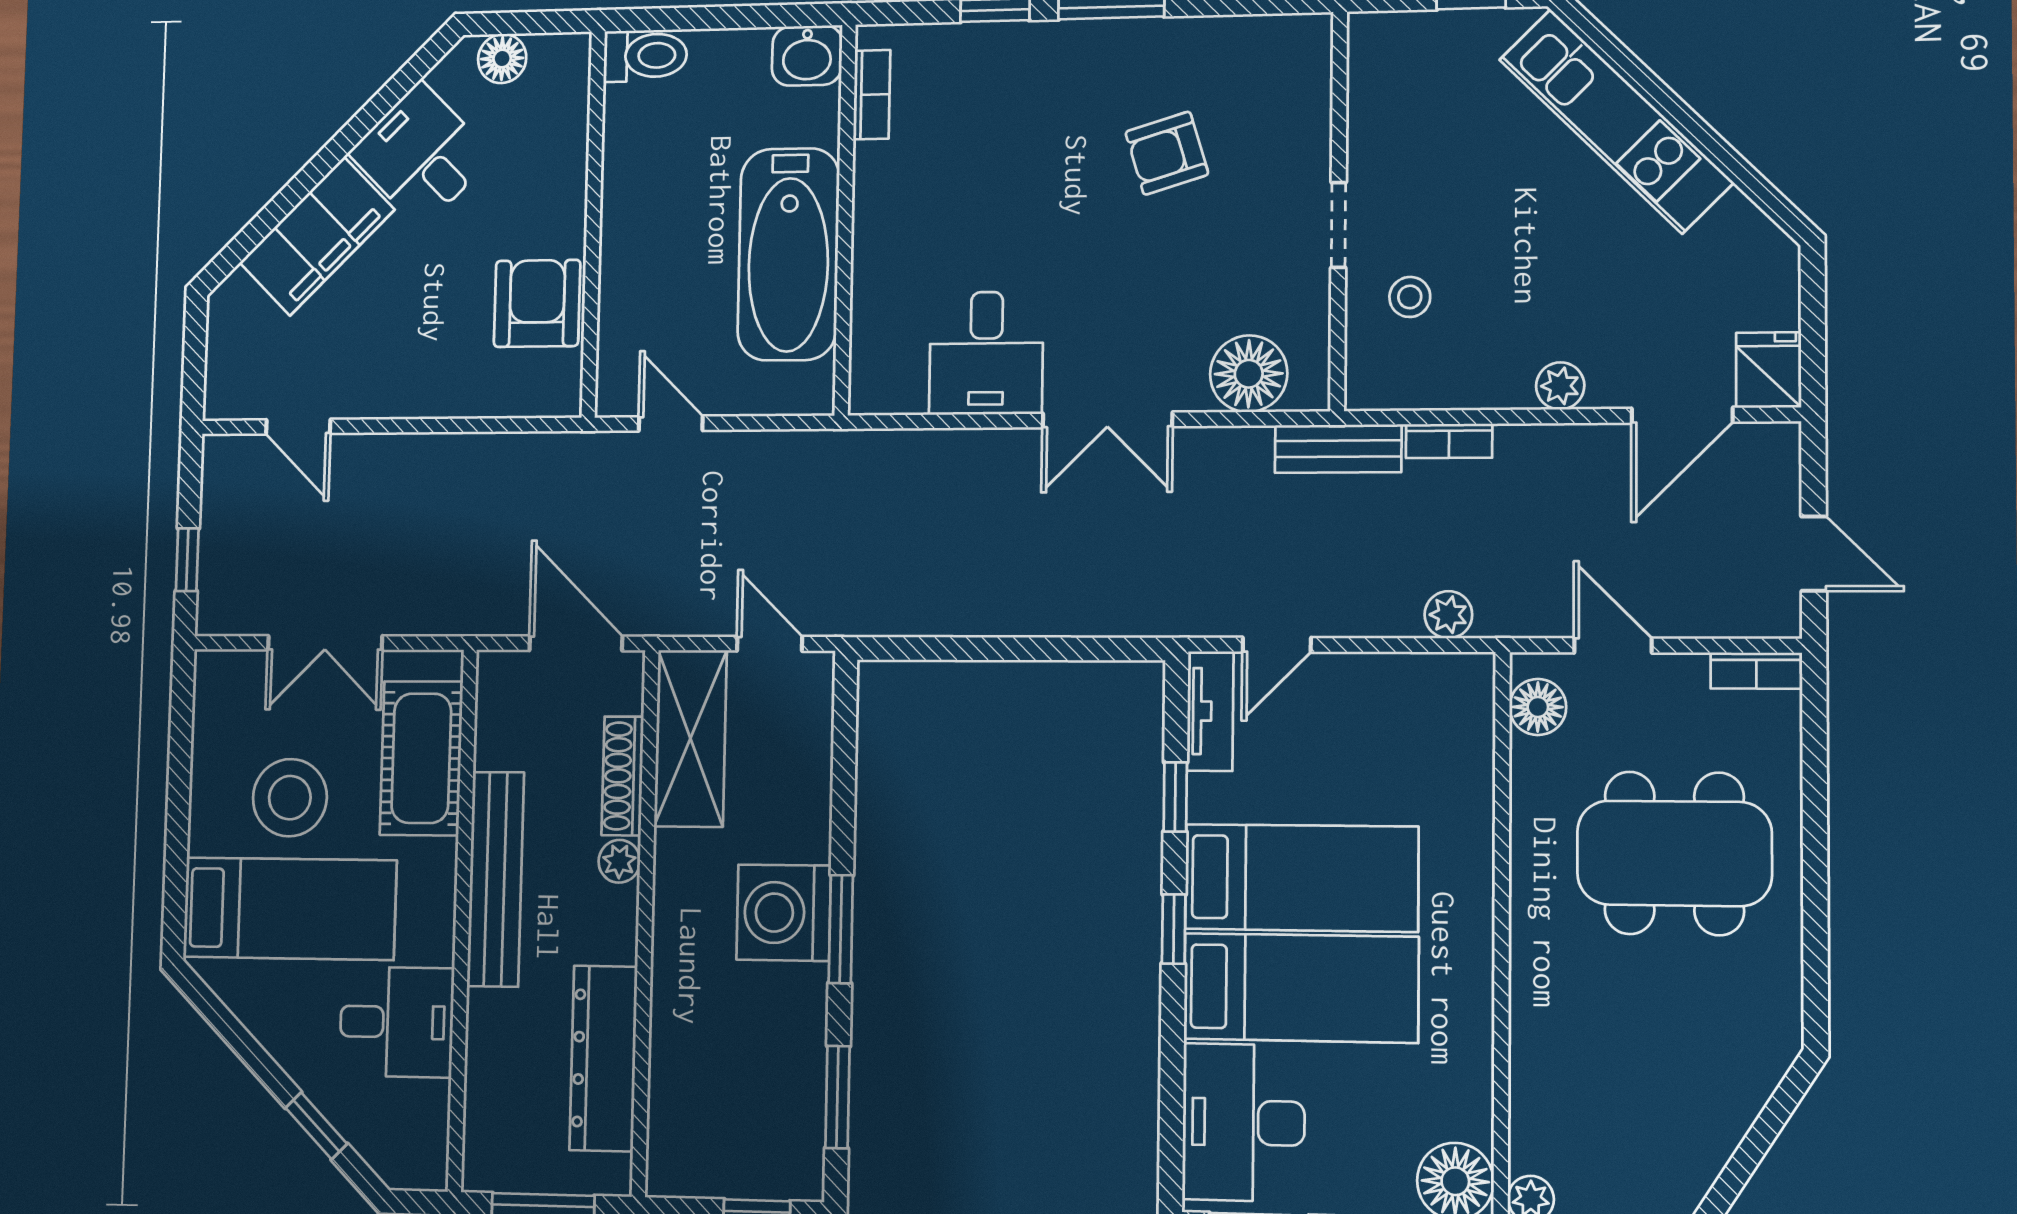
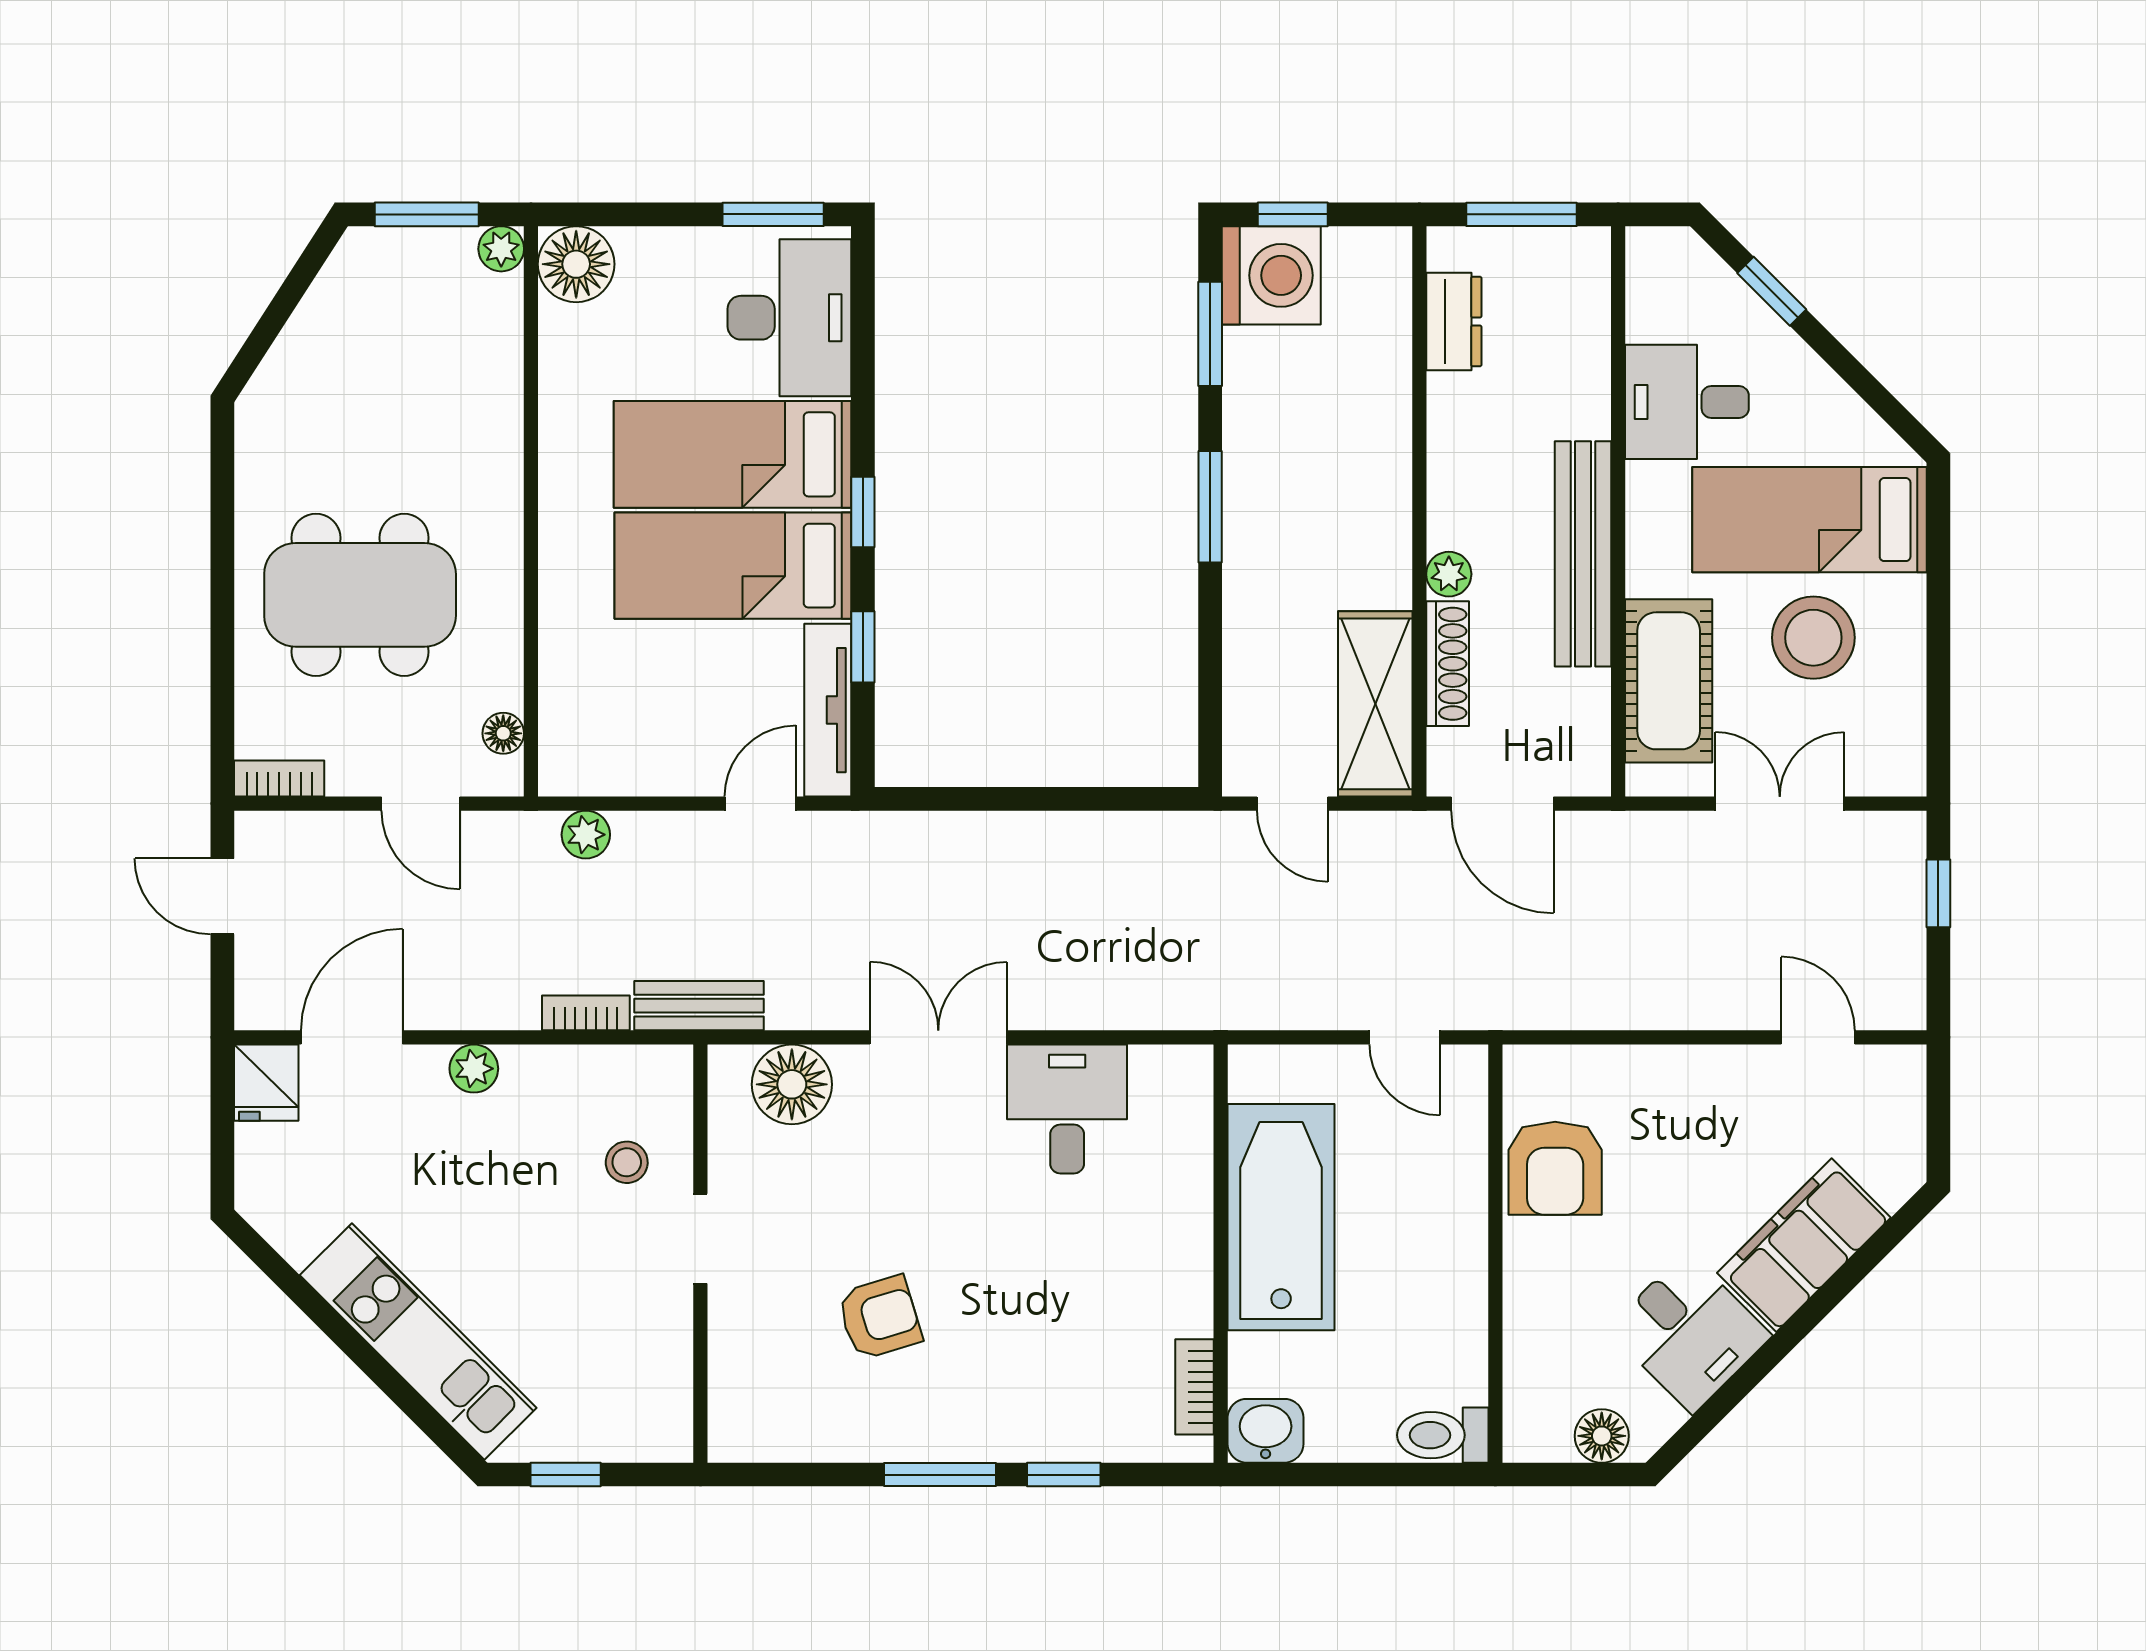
floor lamp: (1538, 707) -> (503, 733), width x0.73, depth x0.73
tv unit: (1210, 711) -> (828, 710), width x1.41
washing machine: (784, 913) -> (1271, 275), moved
dresser: (603, 1058) -> (1454, 321), width x0.51, depth x0.80

